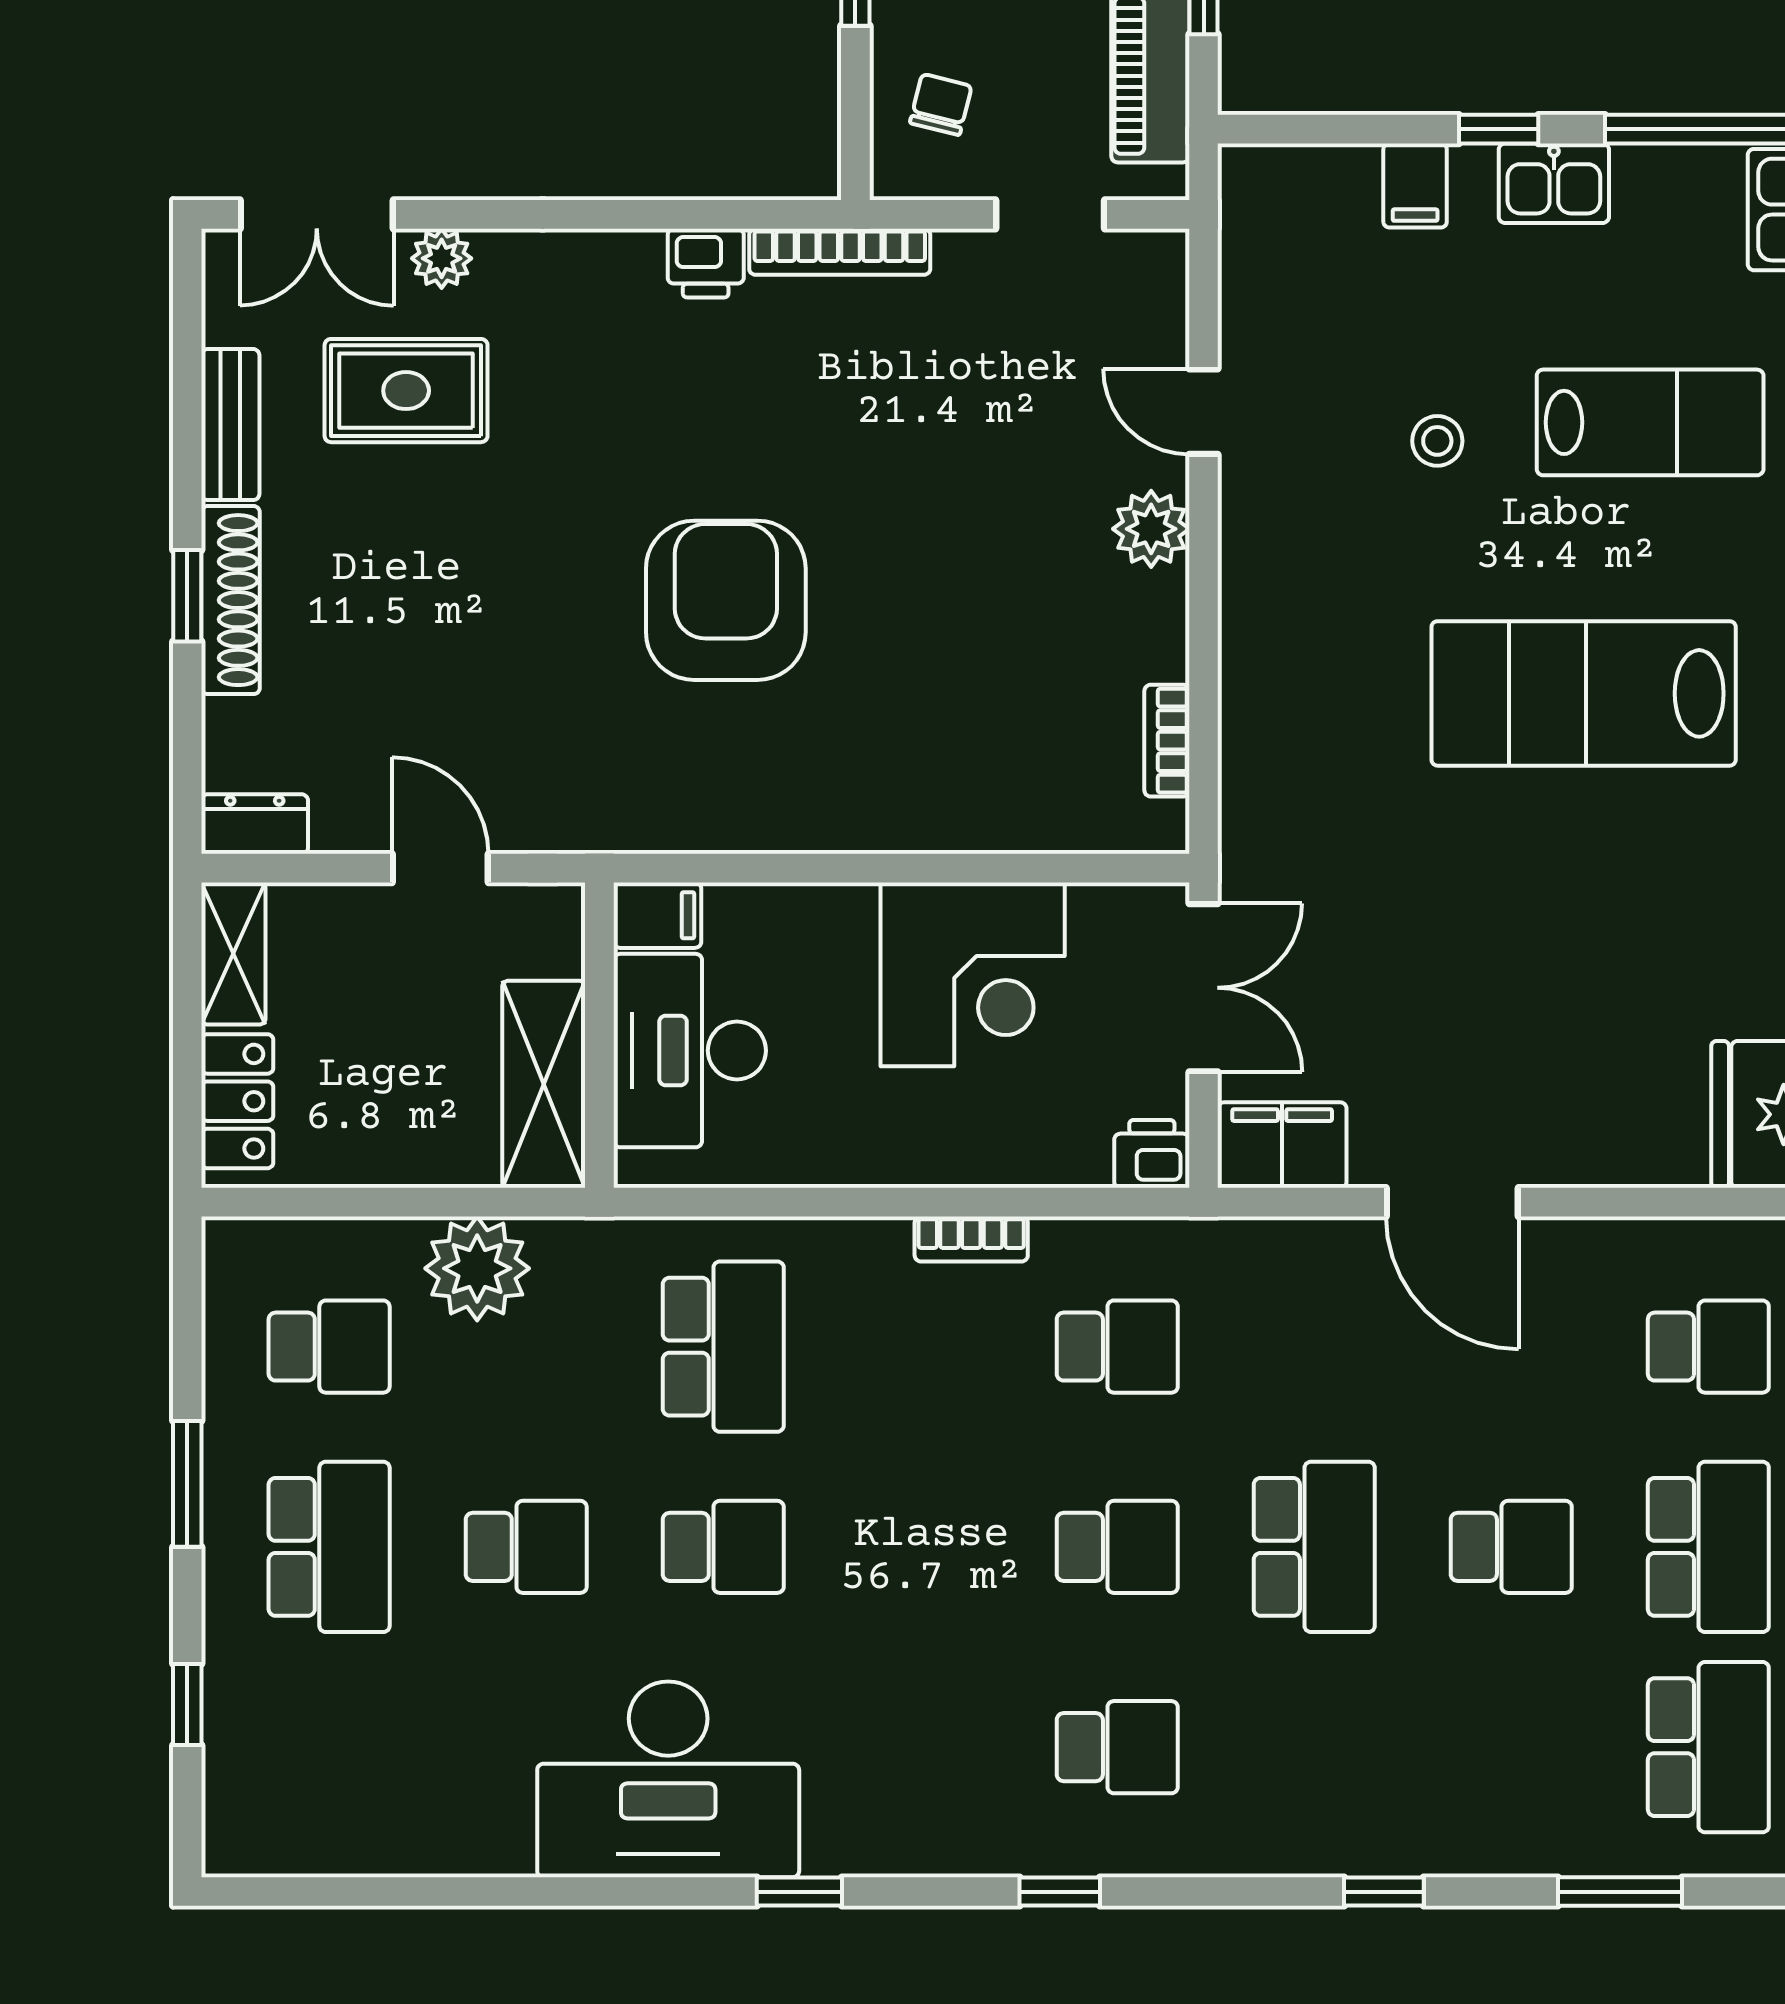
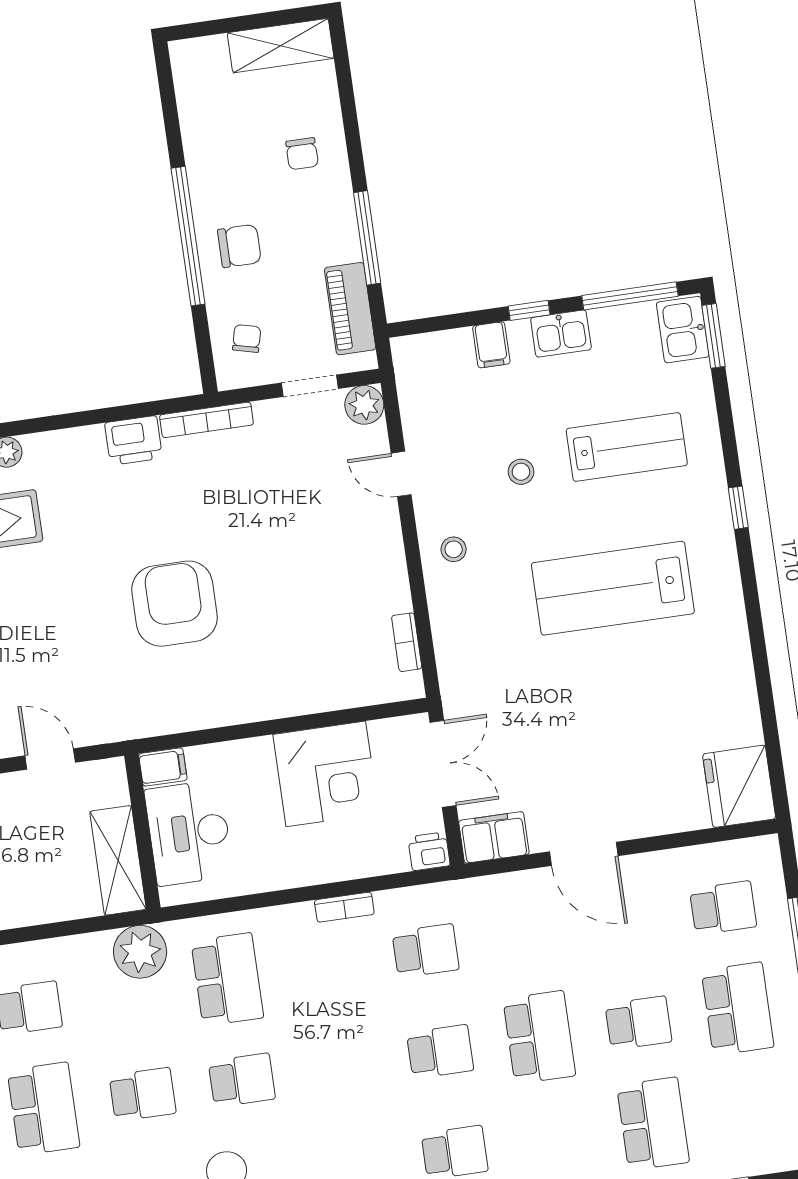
printer: (706, 263) -> (134, 440), width x1.36, depth x1.24
plant: (1151, 529) -> (364, 405), moved
stool: (1284, 573) -> (454, 549), added
plant: (477, 1268) -> (140, 952), moved
school desk: (1708, 1747) -> (653, 1124), moved

